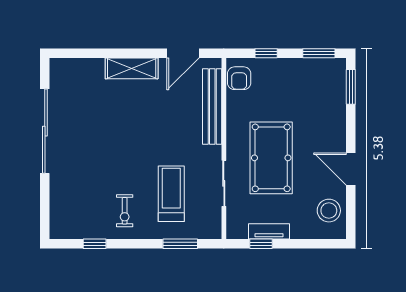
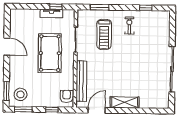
stool: (329, 211) -> (20, 94), moved

